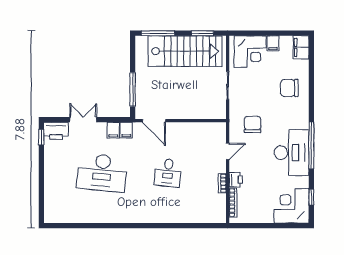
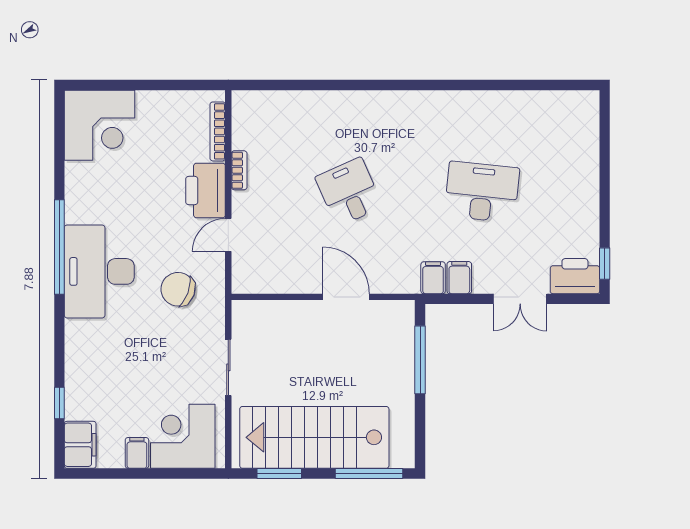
chair: (289, 88) -> (104, 363), removed
door: (154, 121) -> (346, 297), moved
chair: (253, 124) -> (178, 289), turned 110
desk: (292, 153) -> (99, 271), moved
desk: (102, 173) -> (482, 192), width x0.73, depth x0.77
desk: (168, 173) -> (349, 192), turned -30
printer: (236, 180) -> (206, 190), width x1.87, depth x1.48
window: (311, 197) -> (59, 403), moved

